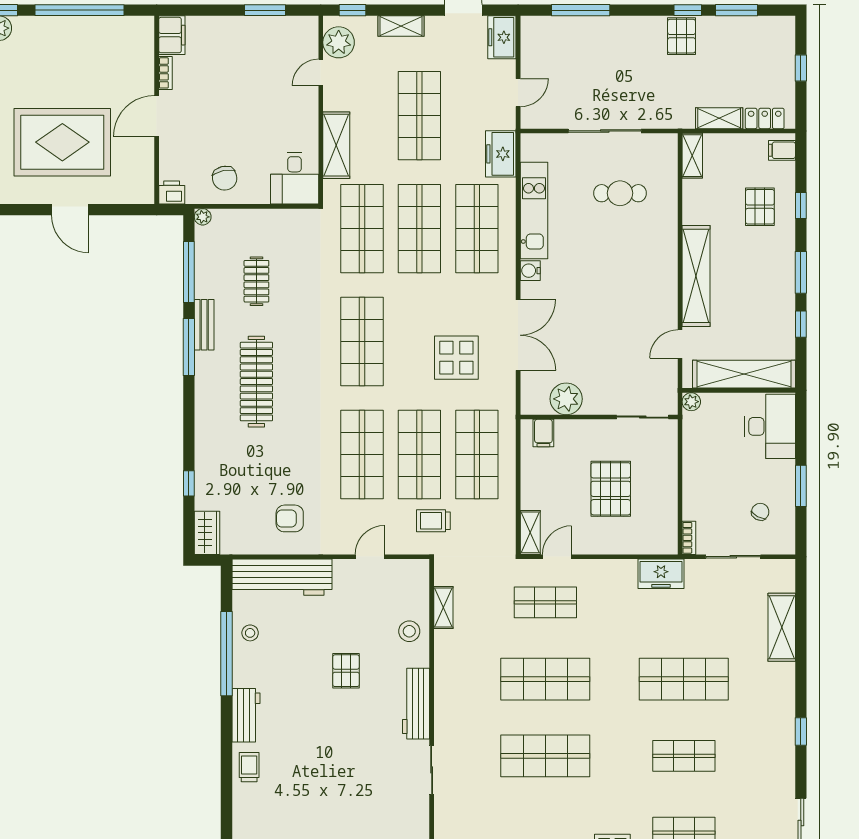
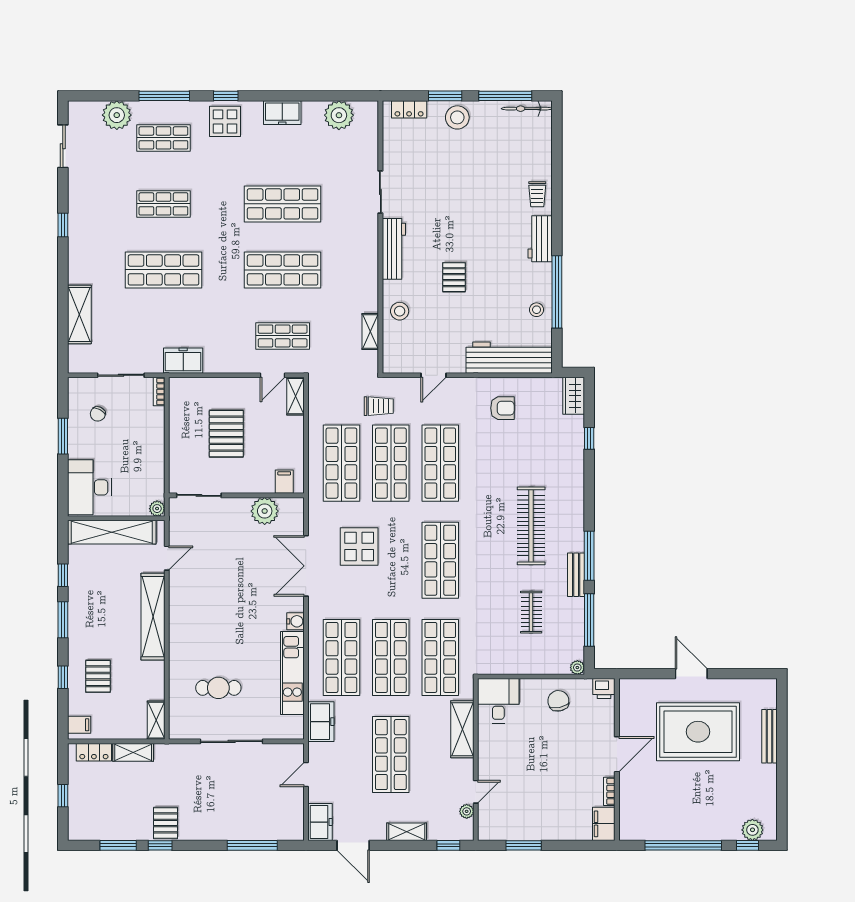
plant: (339, 42) -> (467, 811), width x0.53, depth x0.53

